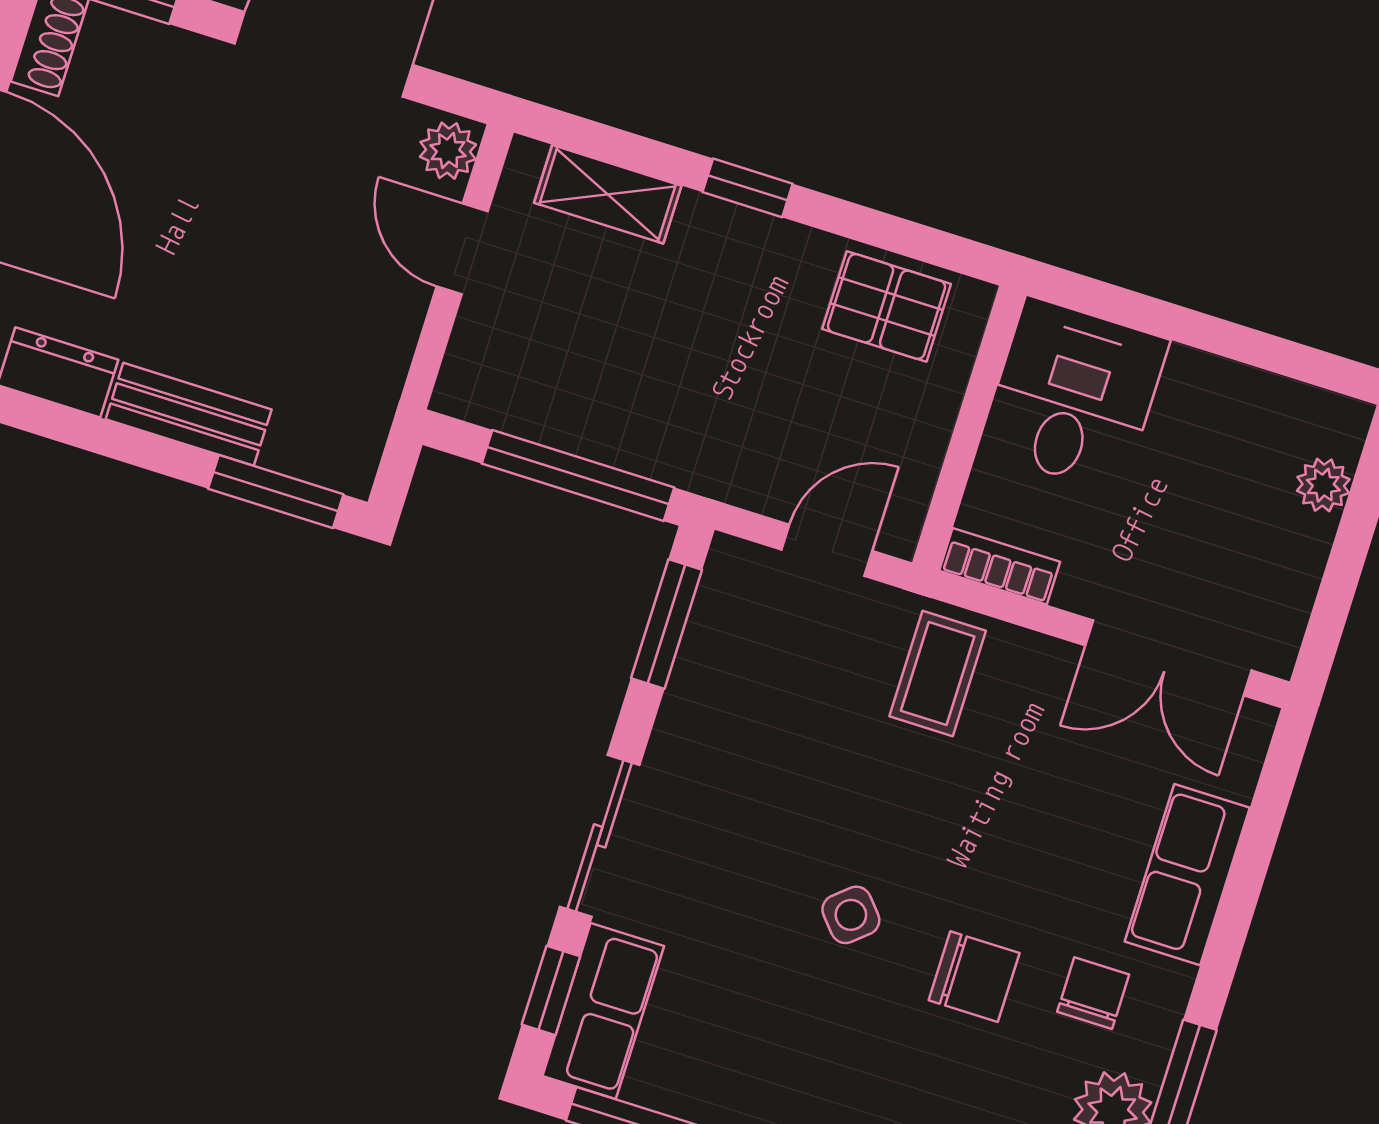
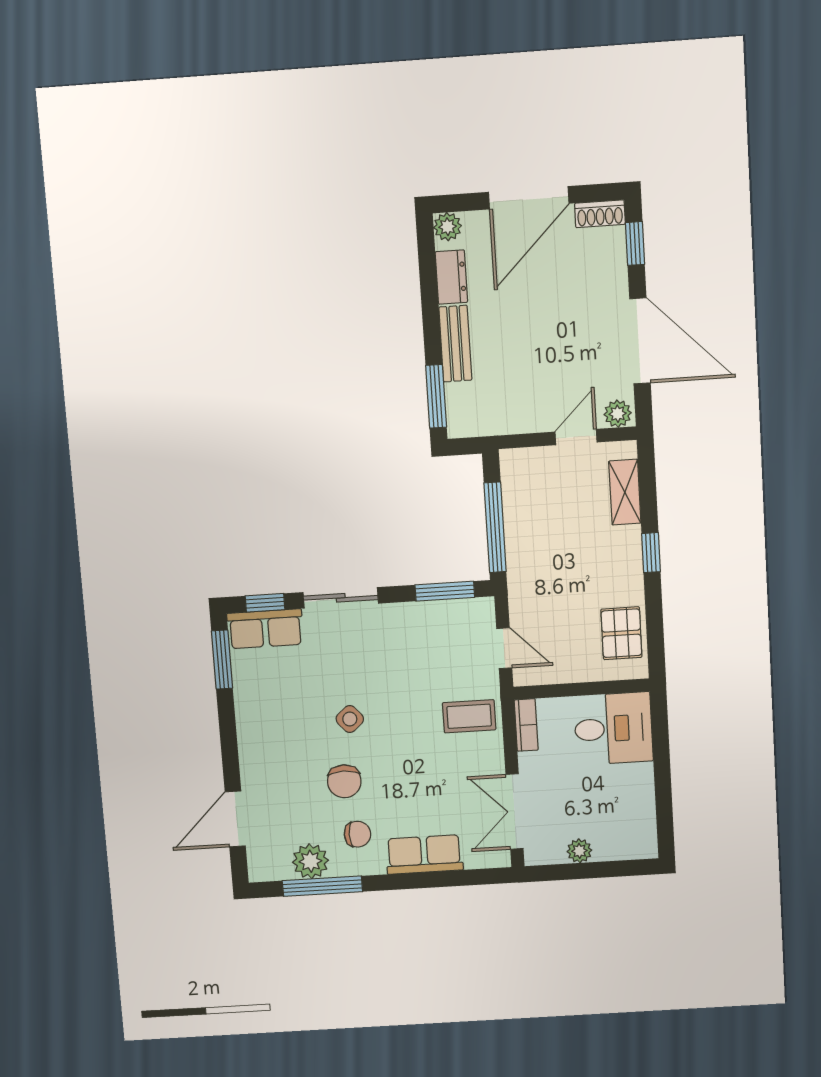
plant: (1323, 485) -> (579, 851), moved

